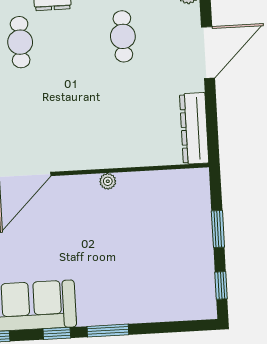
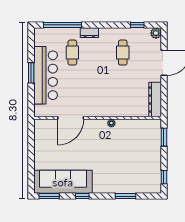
window: (218, 229) -> (164, 137), moved
window: (108, 331) -> (126, 196), moved

